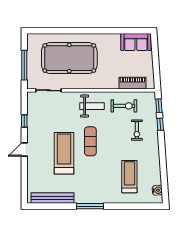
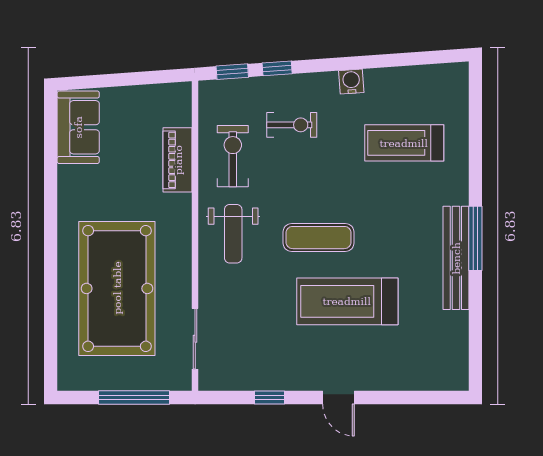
piano: (132, 83) -> (178, 160), moved
weight bench: (92, 106) -> (233, 234), turned 180
water cooler: (157, 190) -> (351, 82), moved
bench: (53, 198) -> (456, 258), moved

